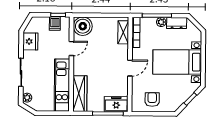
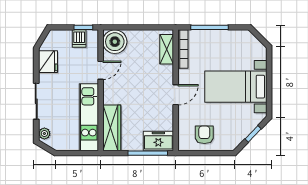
plant: (161, 22) -> (215, 36), removed
dresser: (177, 23) -> (235, 37), removed

